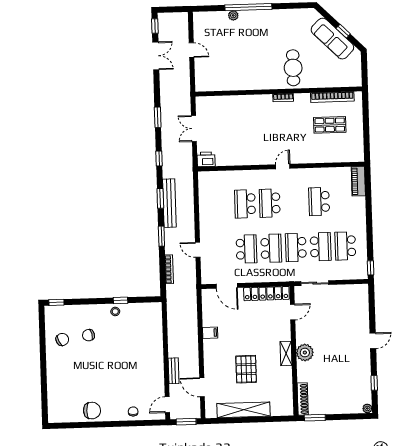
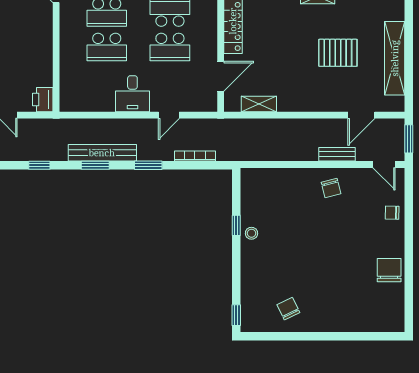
desk: (212, 223) -> (132, 94), added
school desk: (246, 249) -> (170, 47), turned 180
shelving: (208, 314) -> (259, 104), added
filing cabinet: (210, 333) -> (285, 101), removed
chair: (88, 335) -> (331, 188), moved

